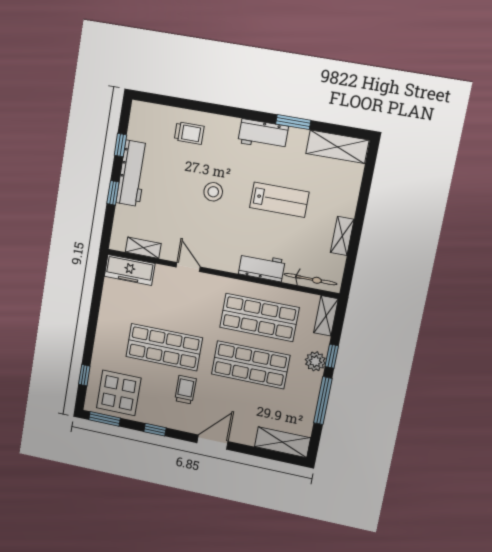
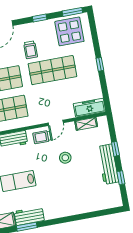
trolley: (189, 133) -> (42, 137), moved
workbench: (263, 135) -> (29, 216), moved
stool: (213, 192) -> (65, 158), moved
door: (188, 267) -> (56, 123), hinge flipped
window: (84, 375) -> (100, 64), moved

